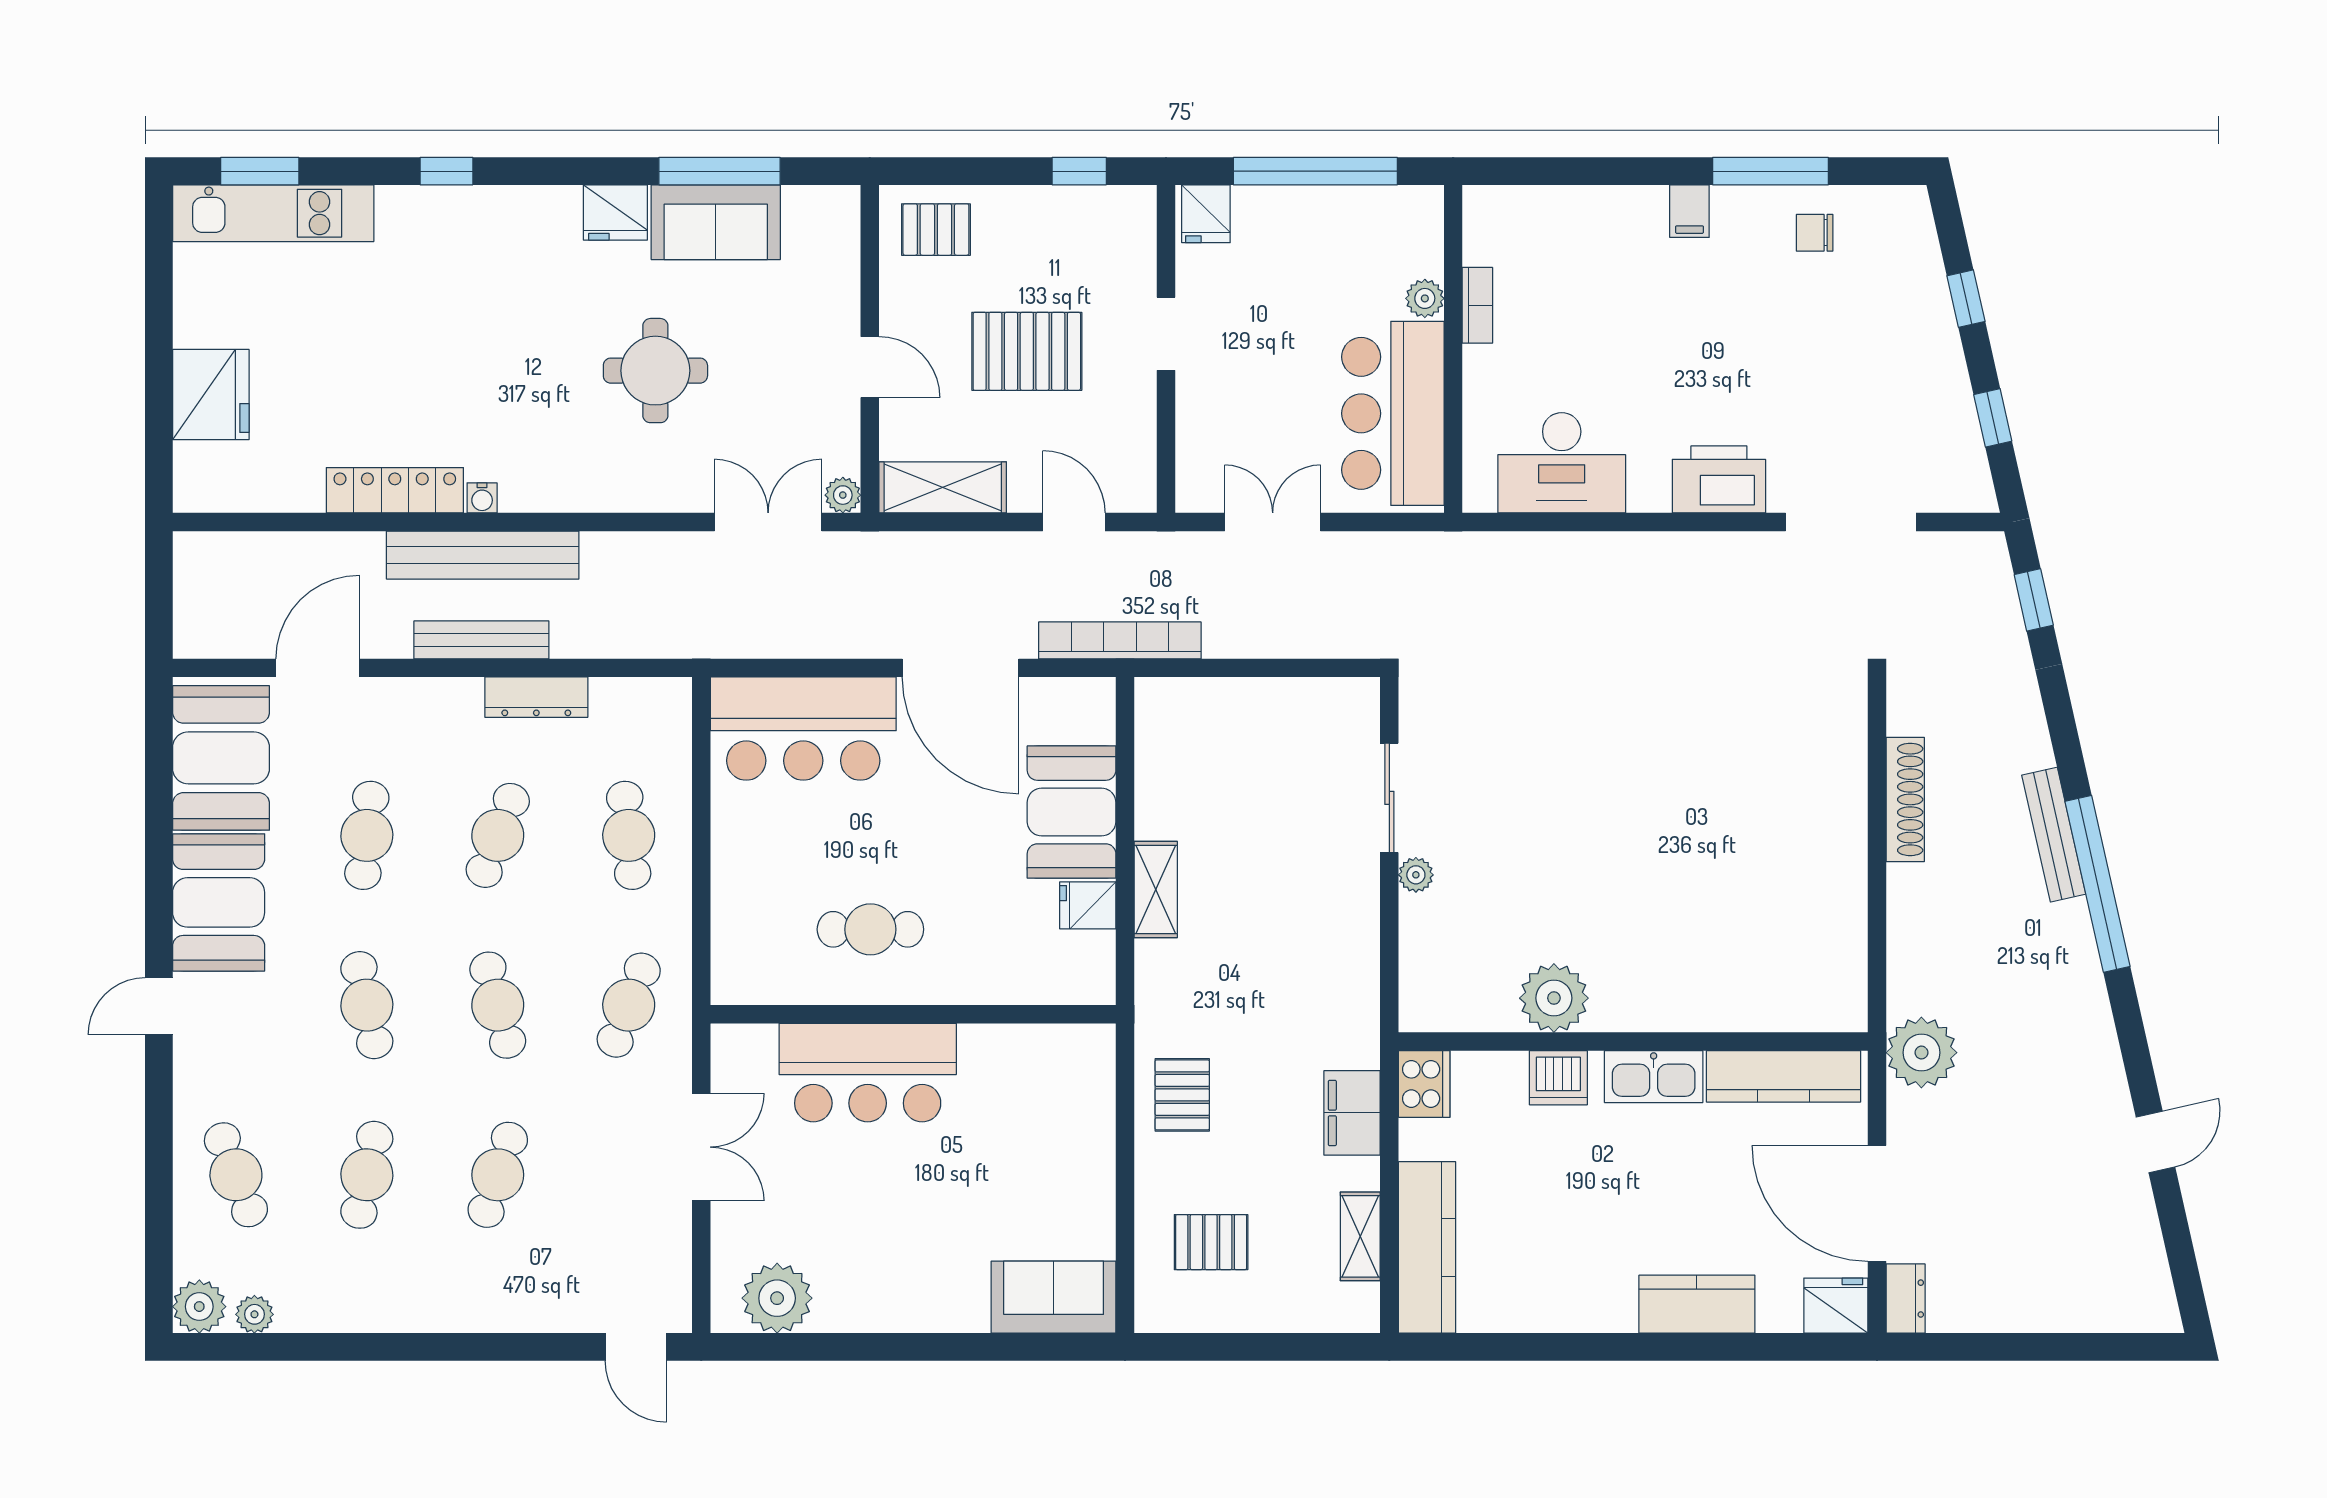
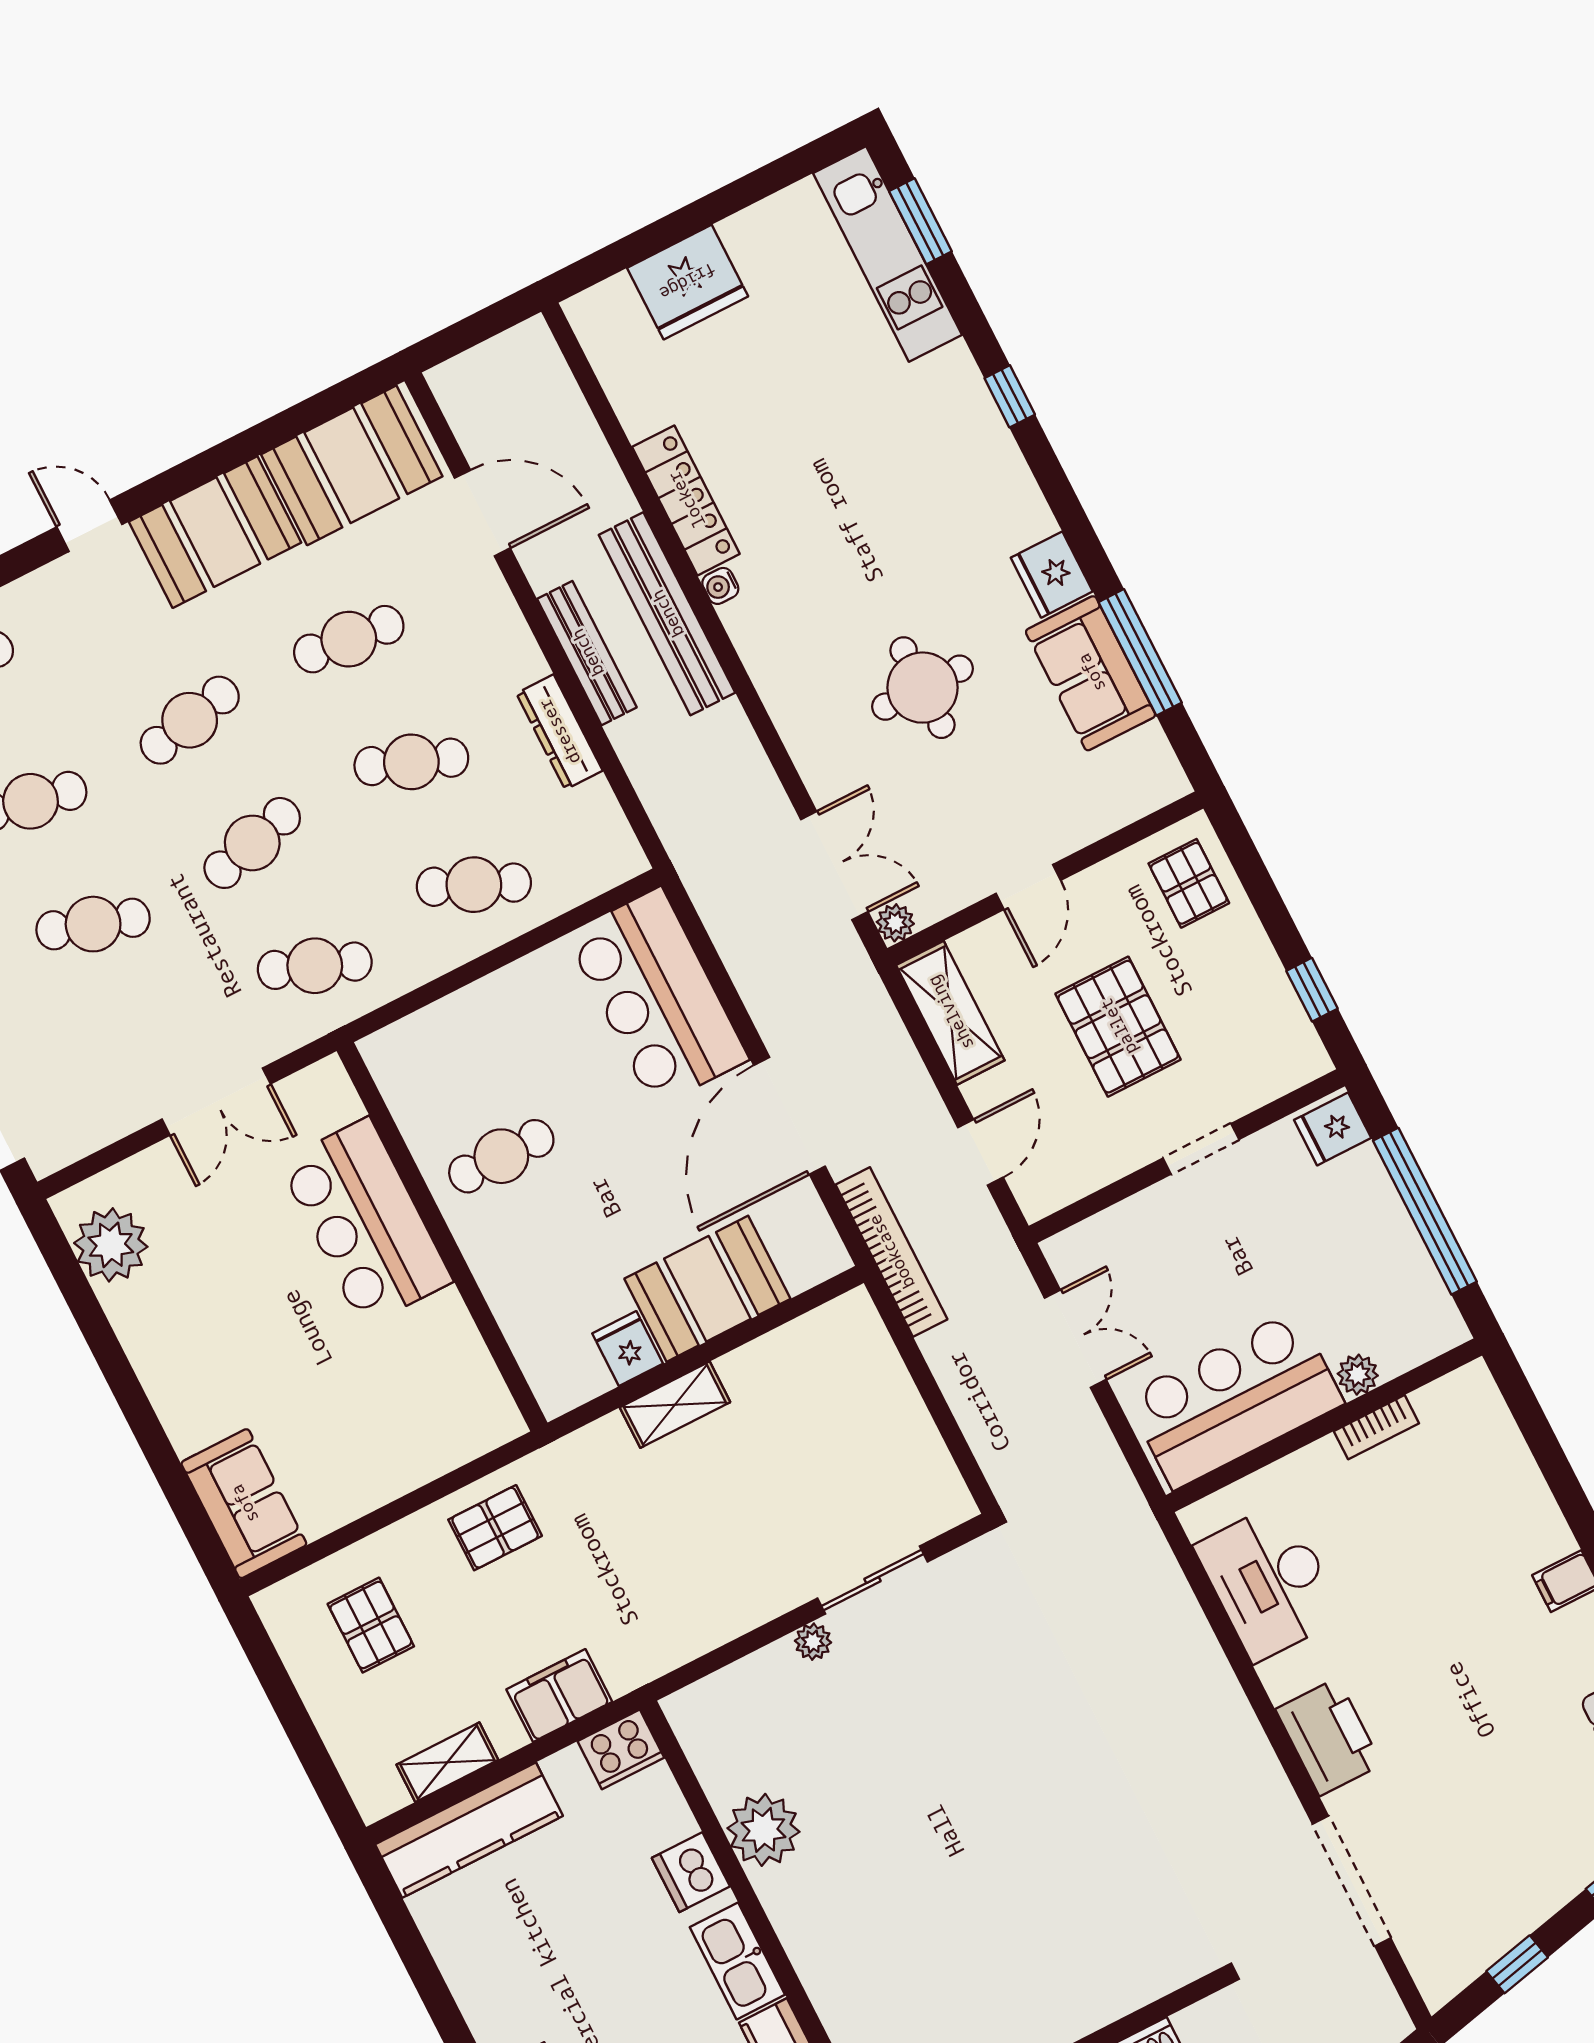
cafe table: (629, 835) -> (474, 885), turned 30
cafe table: (870, 929) -> (501, 1156), turned 90

